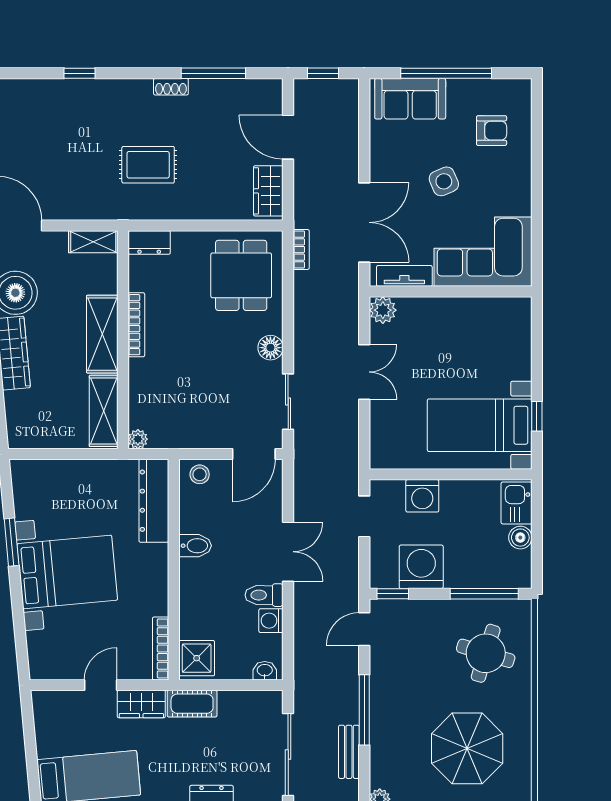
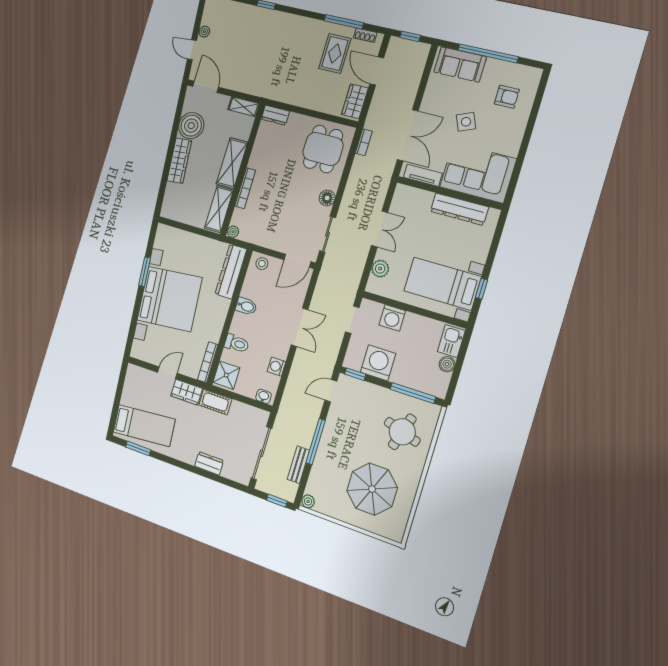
shoe rack: (171, 87) -> (365, 35), moved
rug: (148, 165) -> (335, 53), moved, turned 90
plant: (383, 310) -> (380, 269), moved
dresser: (472, 311) -> (459, 209), added
bookcase: (136, 325) -> (245, 188), moved
bed with nightstands: (67, 572) -> (169, 299), width x1.36
toilet: (264, 595) -> (237, 343), moved, turned 180

